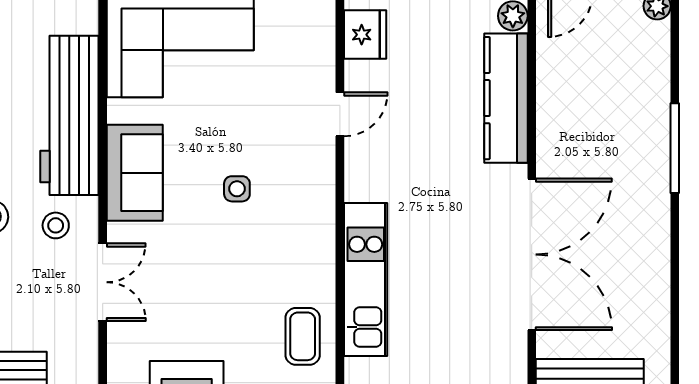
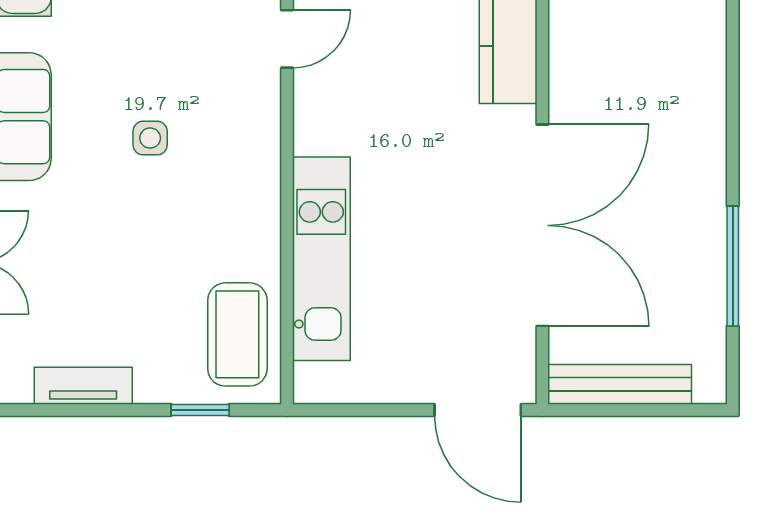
window: (675, 148) -> (733, 266), moved
coffee table: (303, 336) -> (237, 334), width x1.36, depth x1.30

